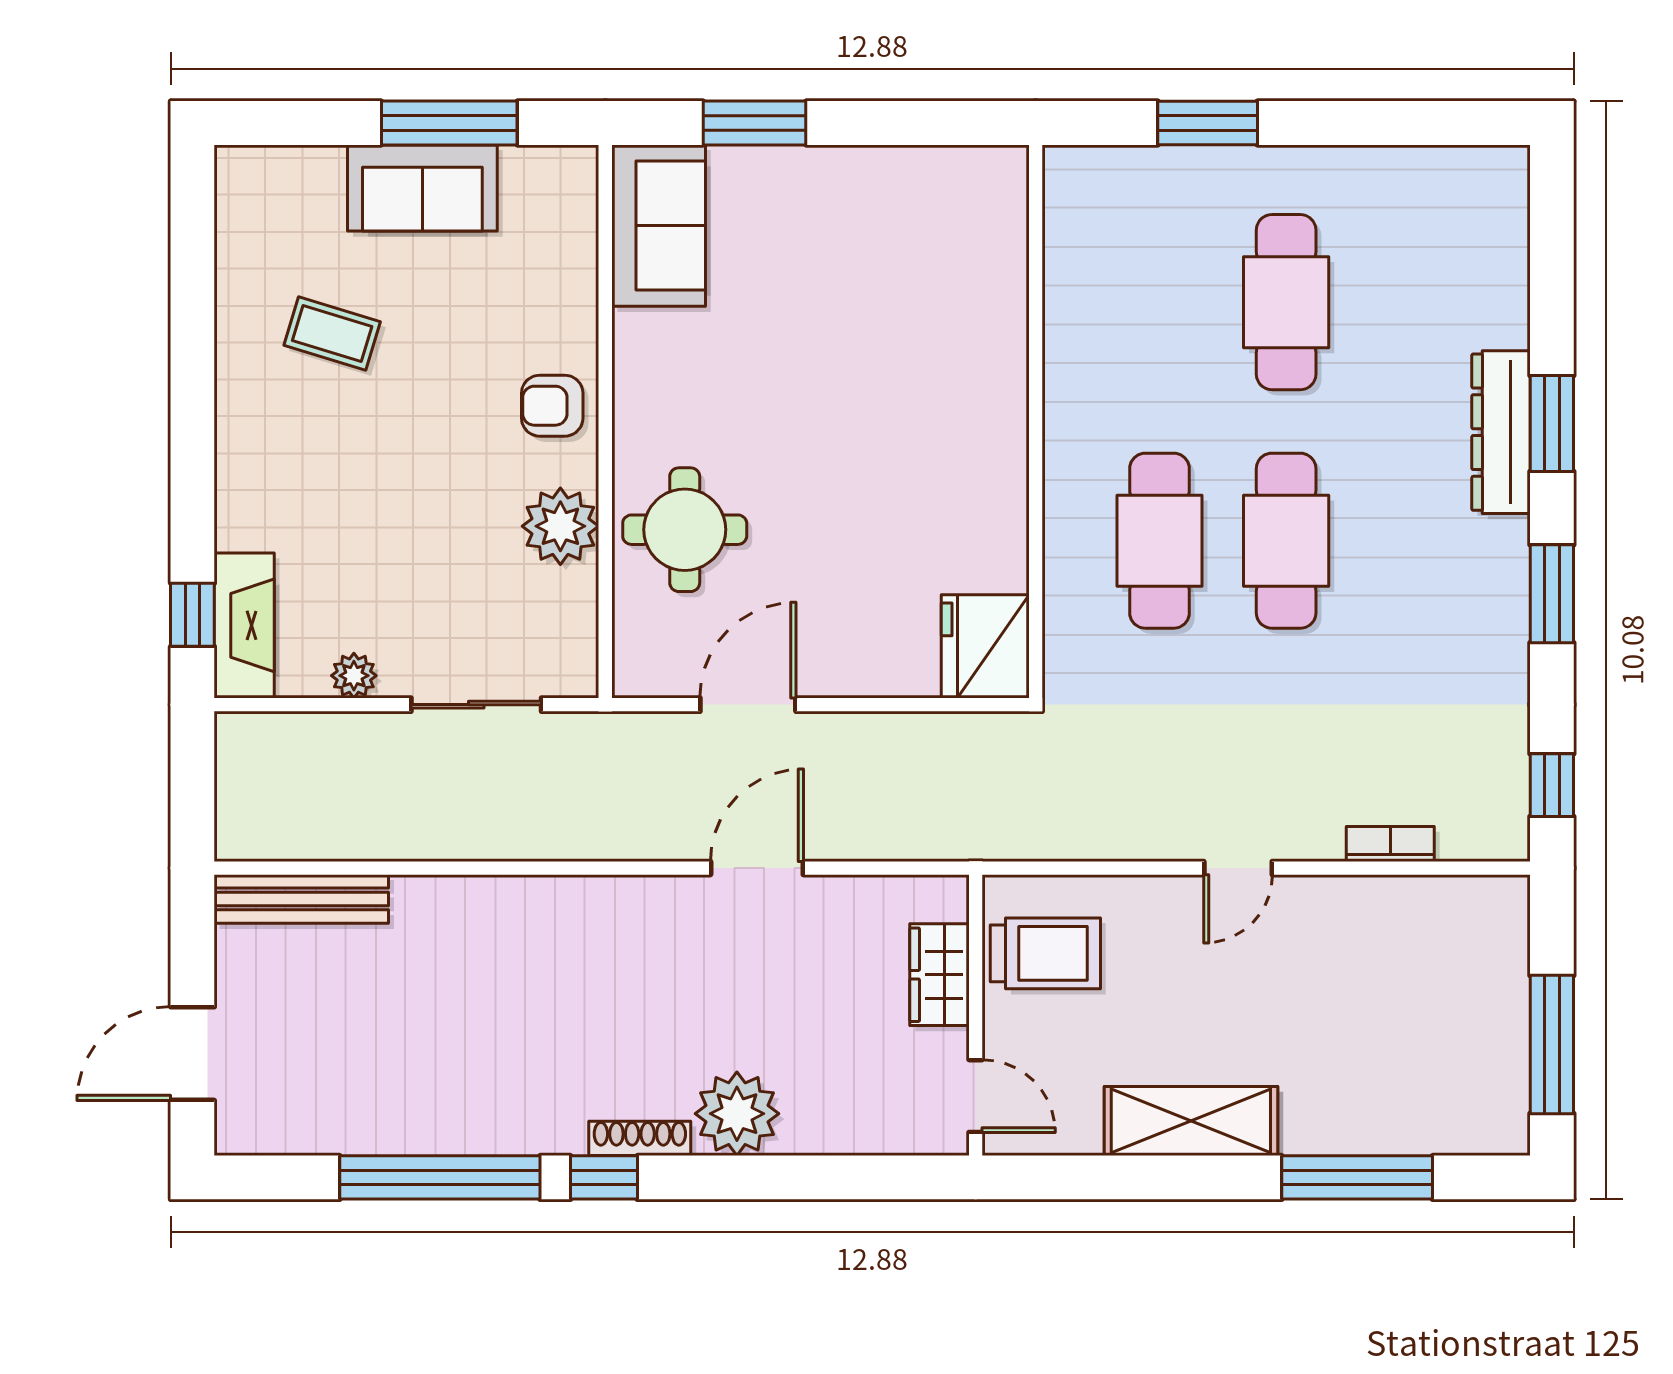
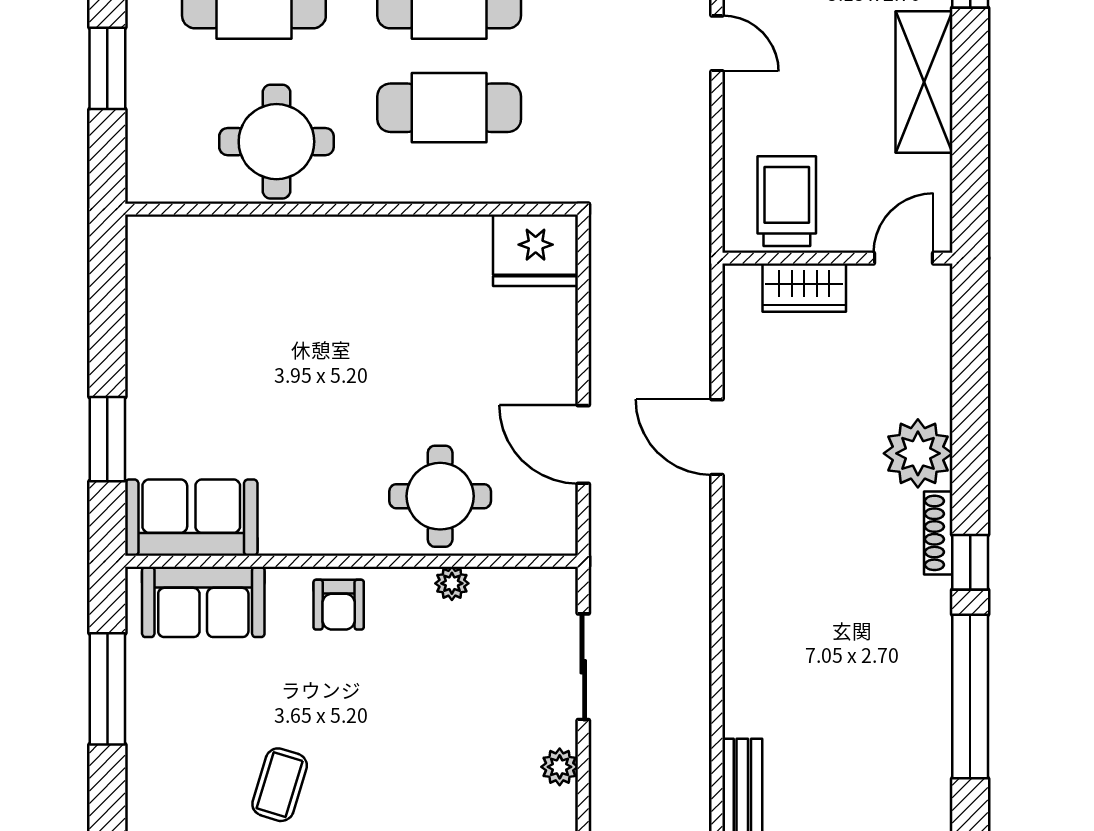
sofa: (422, 188) -> (203, 602), moved, turned 90
round table: (1118, 330) -> (276, 142), added
plant: (560, 526) -> (452, 583), width x0.53, depth x0.53

